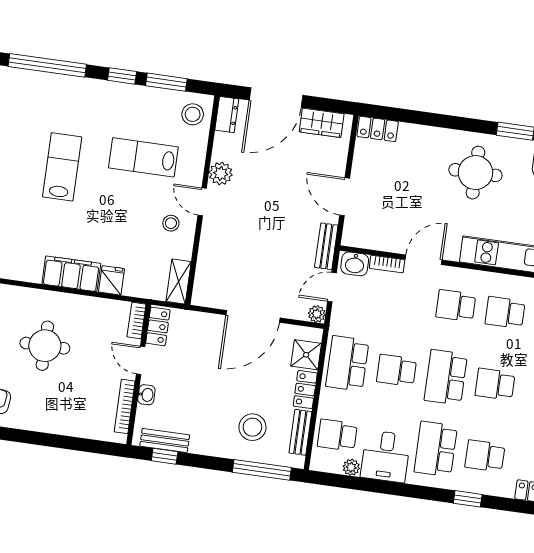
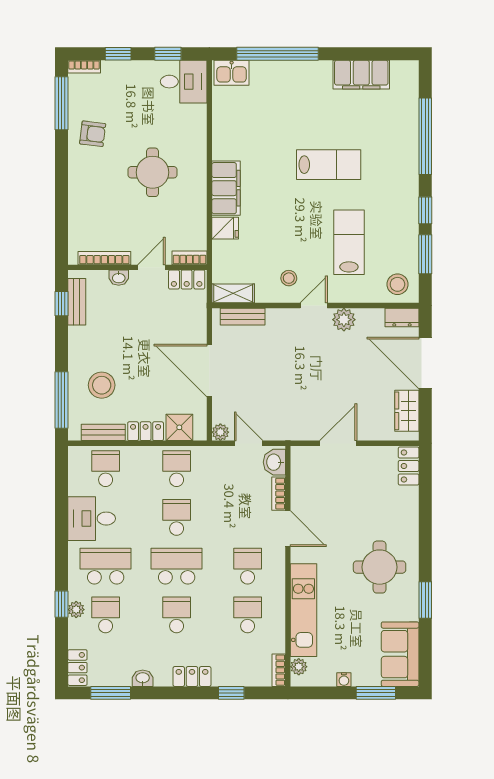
bench: (326, 246) -> (243, 317), moved
school desk: (347, 363) -> (177, 469), width x0.54
plant: (351, 467) -> (76, 610), moved

